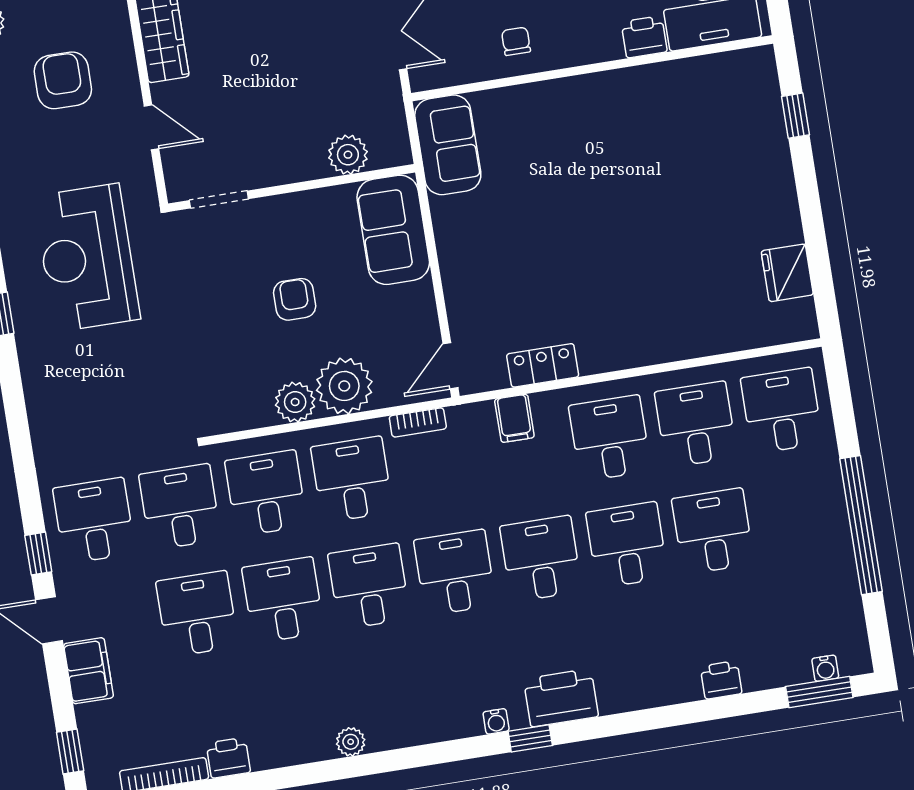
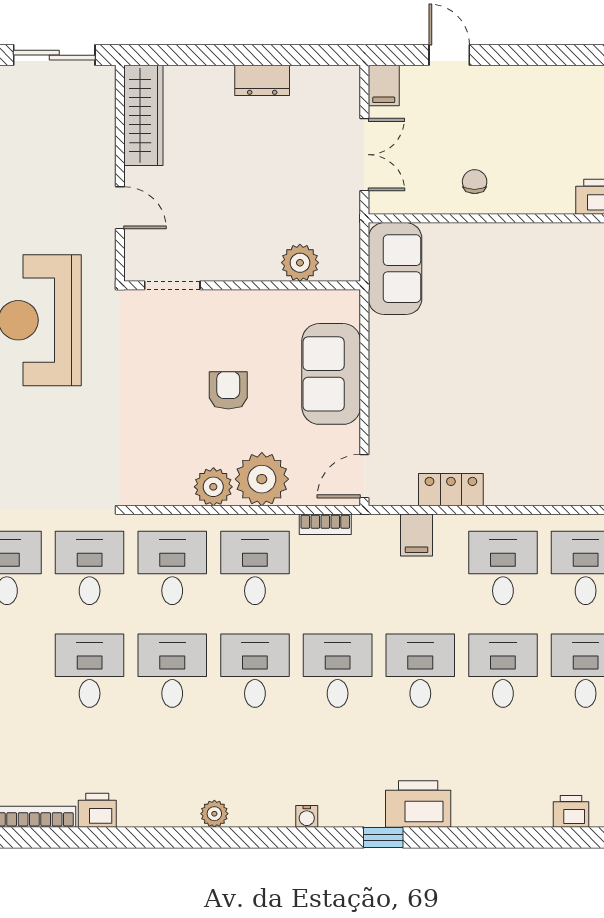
armchair: (63, 80) -> (44, 150), removed
sofa: (393, 230) -> (331, 374), moved
water cooler: (496, 721) -> (307, 816), moved

